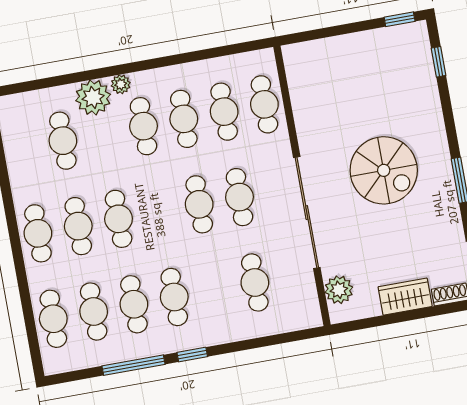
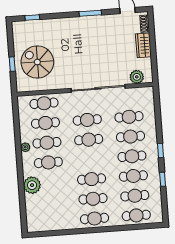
window: (400, 19) -> (12, 64), moved
plant: (121, 84) -> (25, 147), moved
cafe table: (63, 141) -> (130, 137), moved
spiral stairs: (384, 170) -> (37, 62), moved, turned -90
window: (133, 365) -> (163, 179), width x0.46

